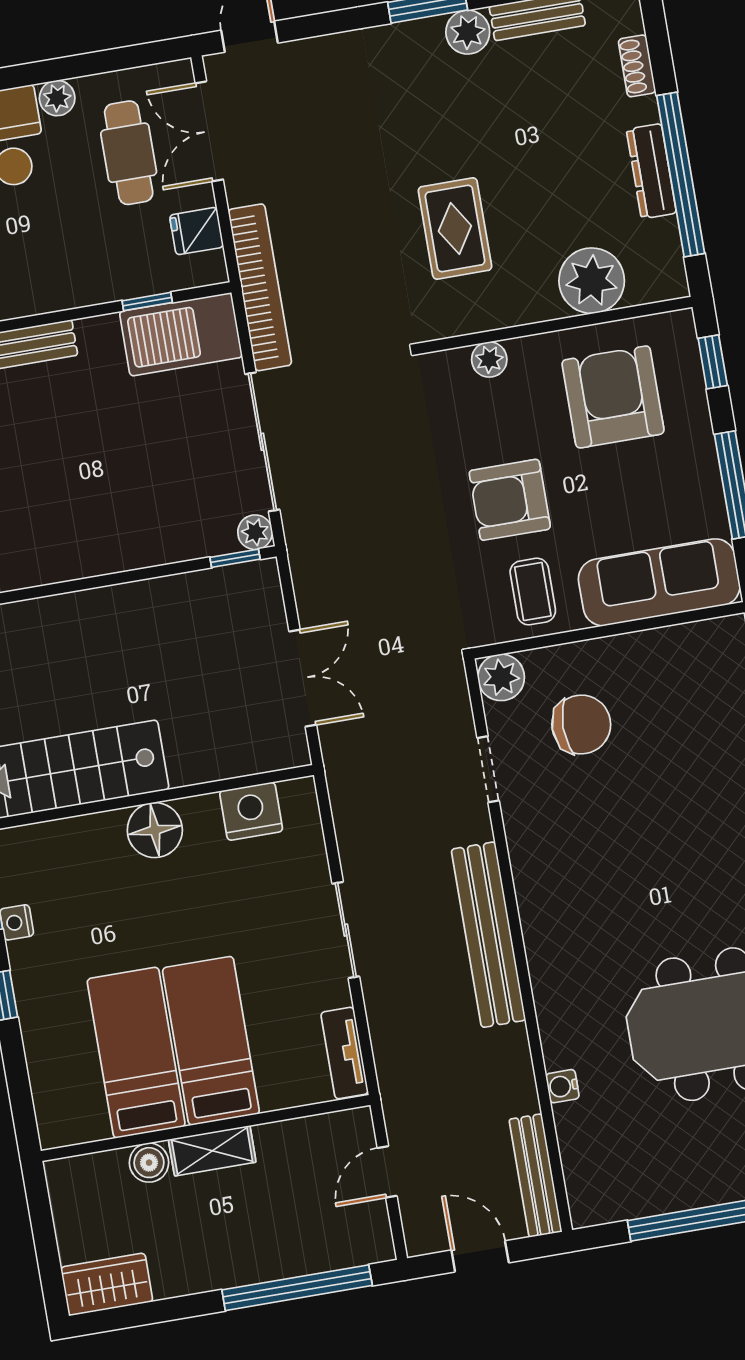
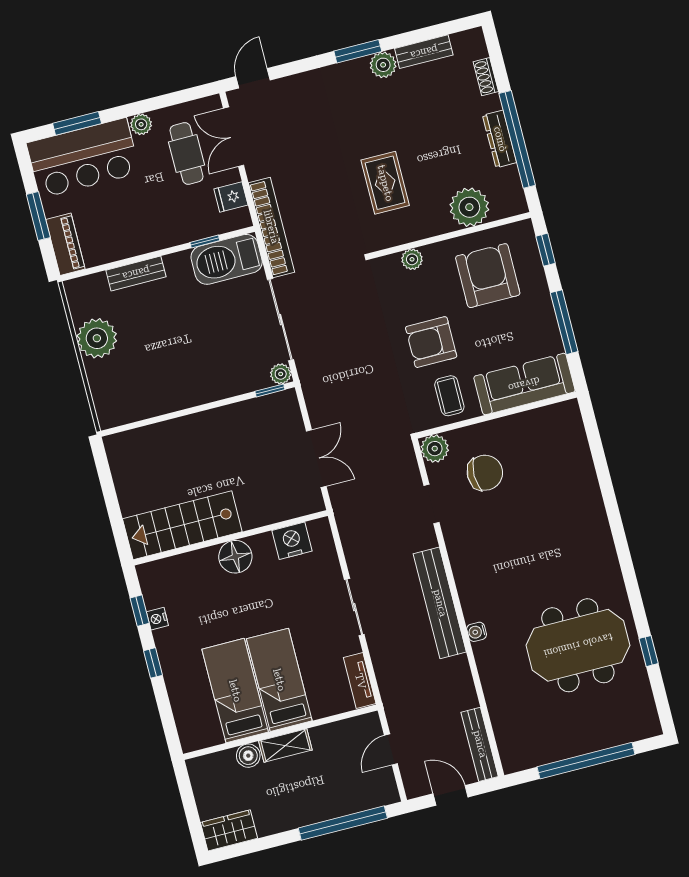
water cooler: (562, 1086) -> (477, 632), moved

